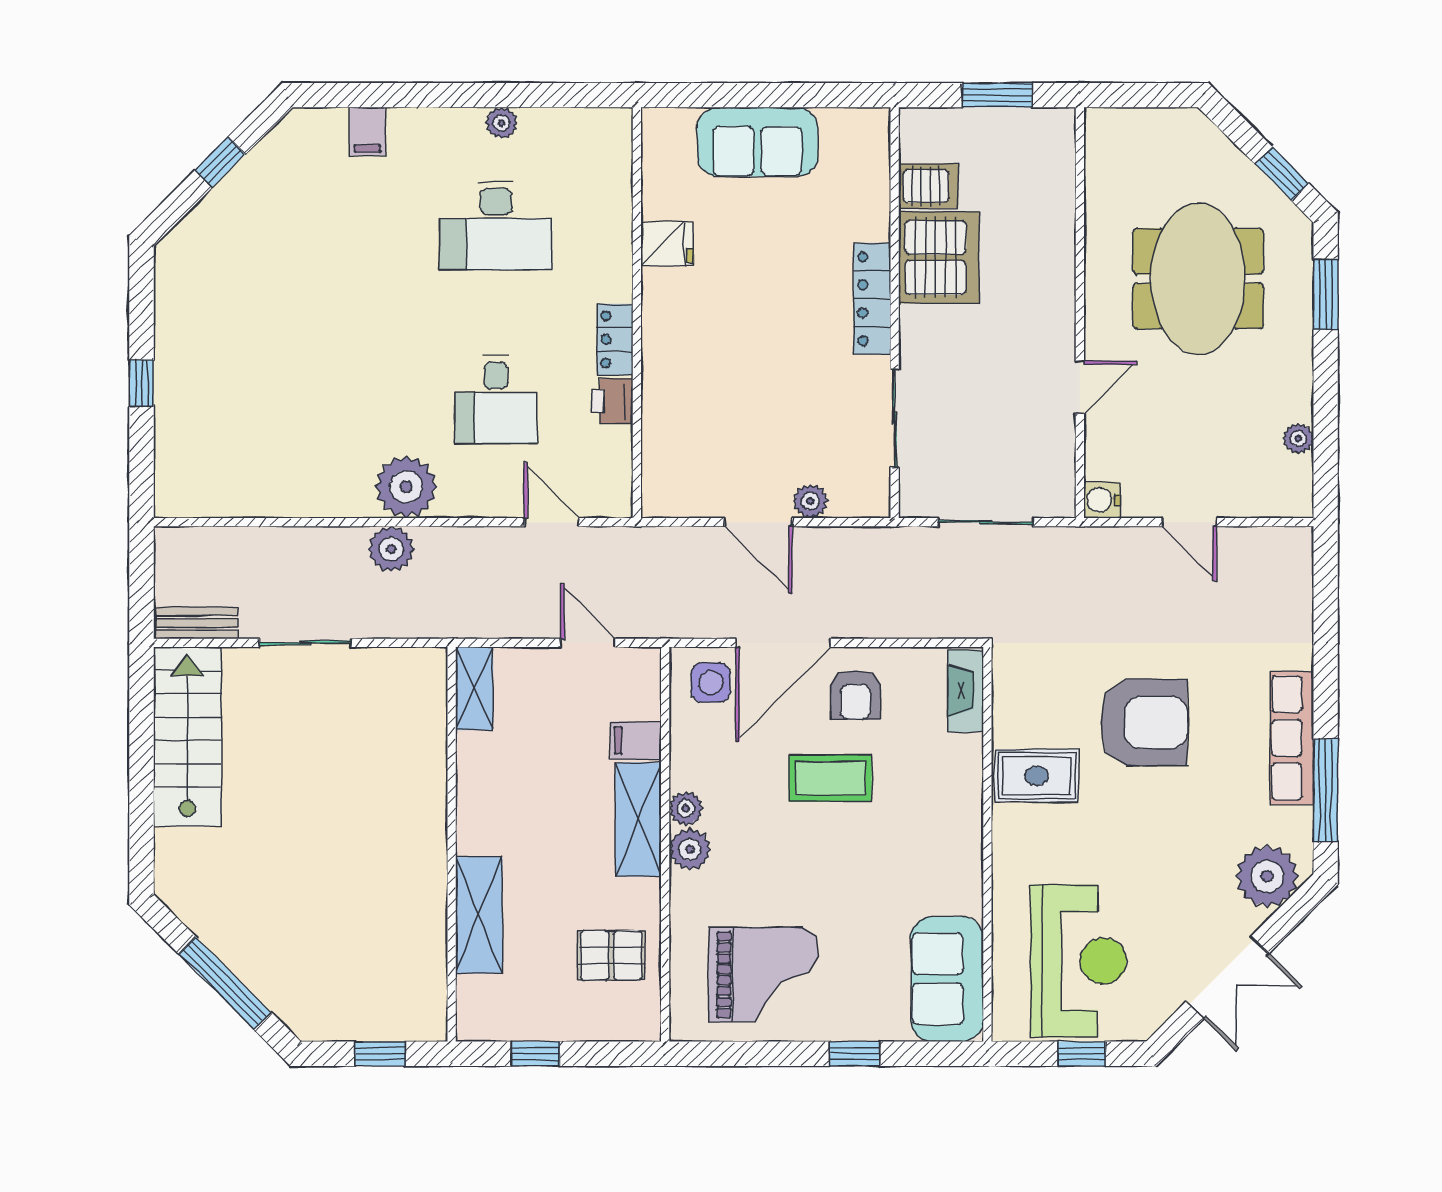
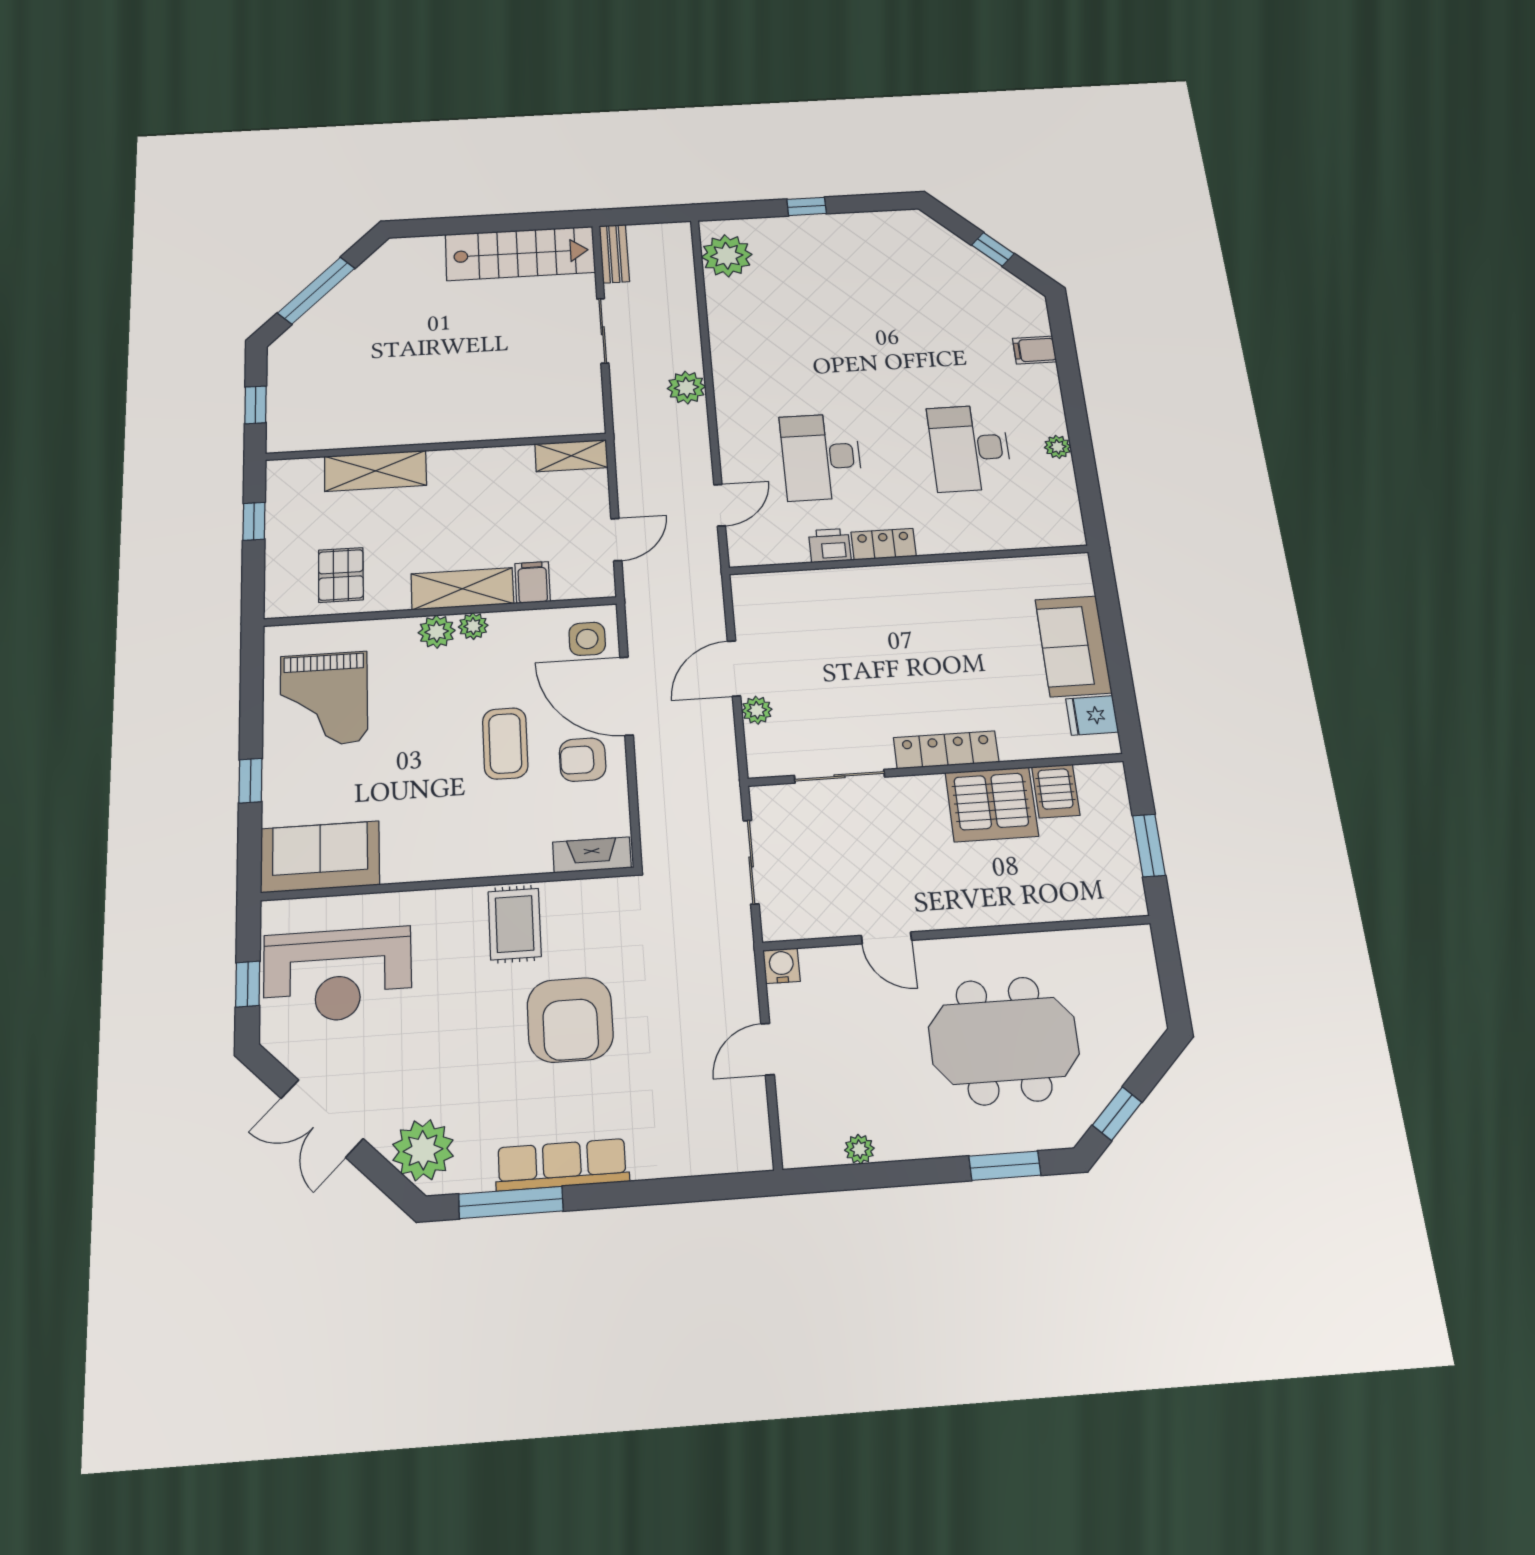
fridge: (667, 244) -> (1092, 715), moved, turned 90
desk: (496, 399) -> (821, 457), width x1.37
plant: (406, 487) -> (727, 256), moved

